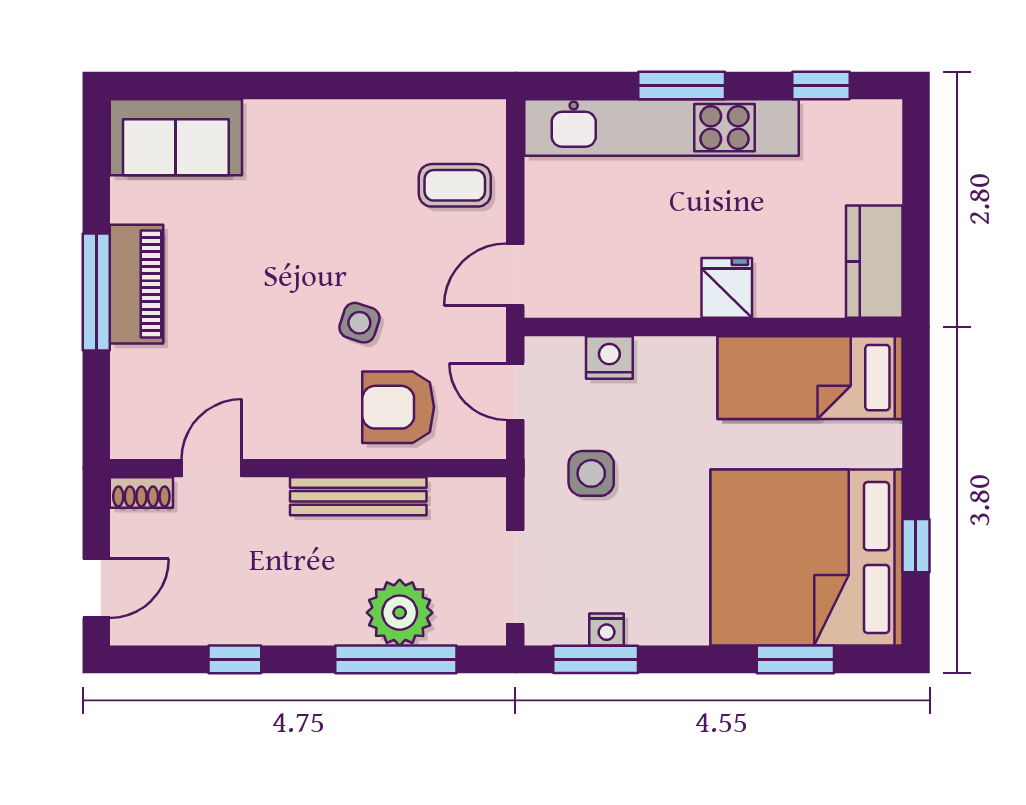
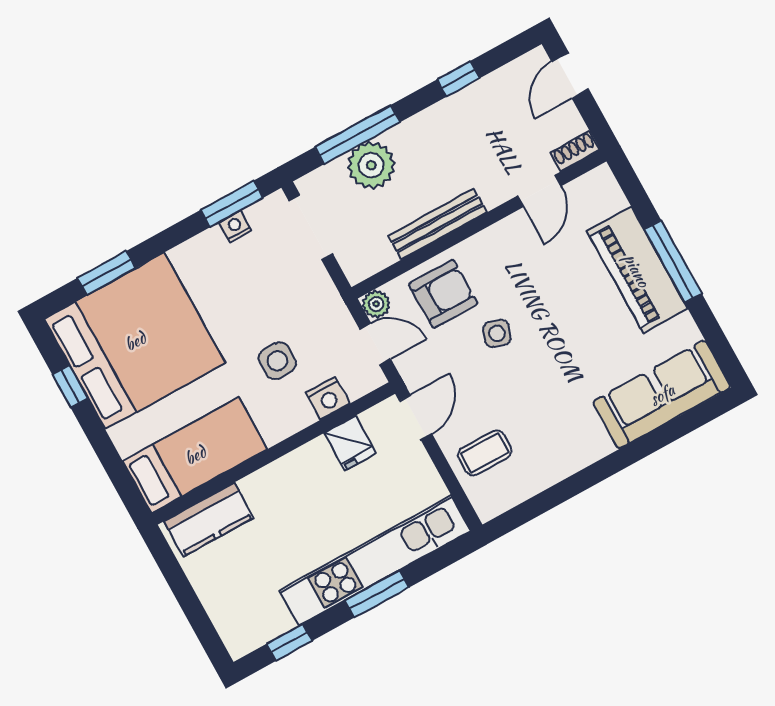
sofa: (176, 137) -> (662, 394), width x1.36
kitchen counter: (874, 262) -> (209, 519), moved, turned 90
piano: (137, 284) -> (637, 270), width x1.37, depth x1.33
fridge: (727, 288) -> (350, 443), moved
plant: (487, 440) -> (376, 304), added
side table: (591, 473) -> (277, 361), moved

